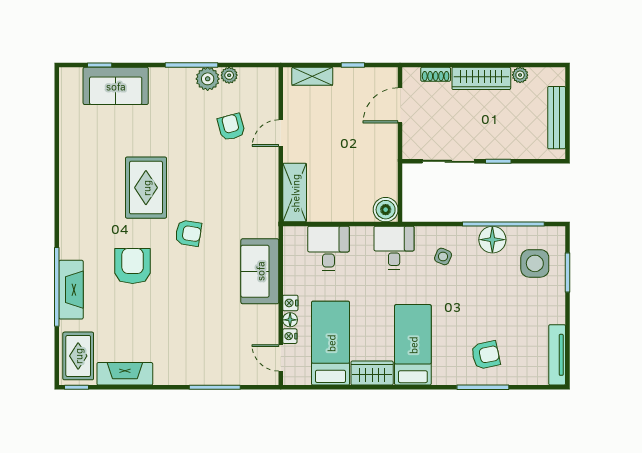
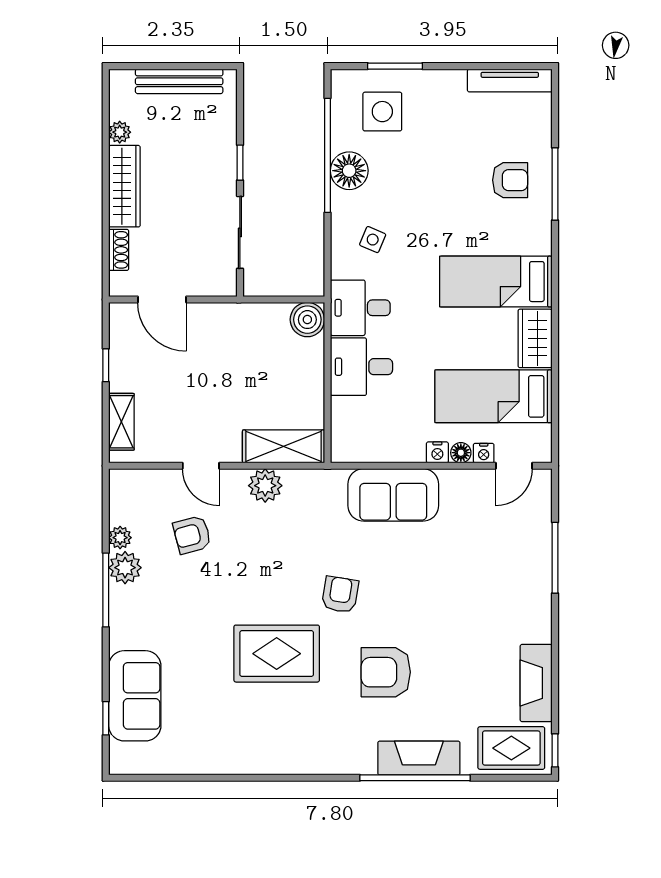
plant: (267, 179) -> (265, 486), added
desk: (328, 248) -> (361, 367), moved
armchair: (486, 355) -> (510, 180), turned 102

